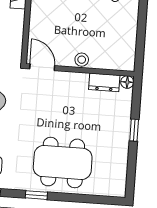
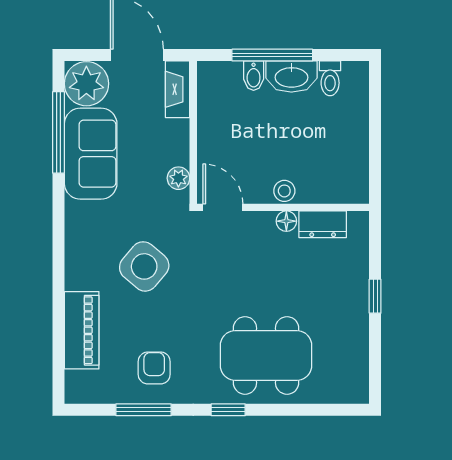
plant: (16, 47) -> (178, 178), added
floor lamp: (127, 82) -> (286, 221), moved

